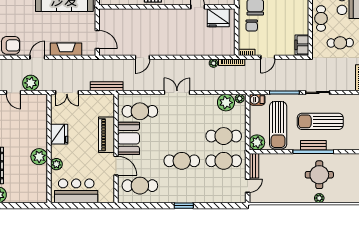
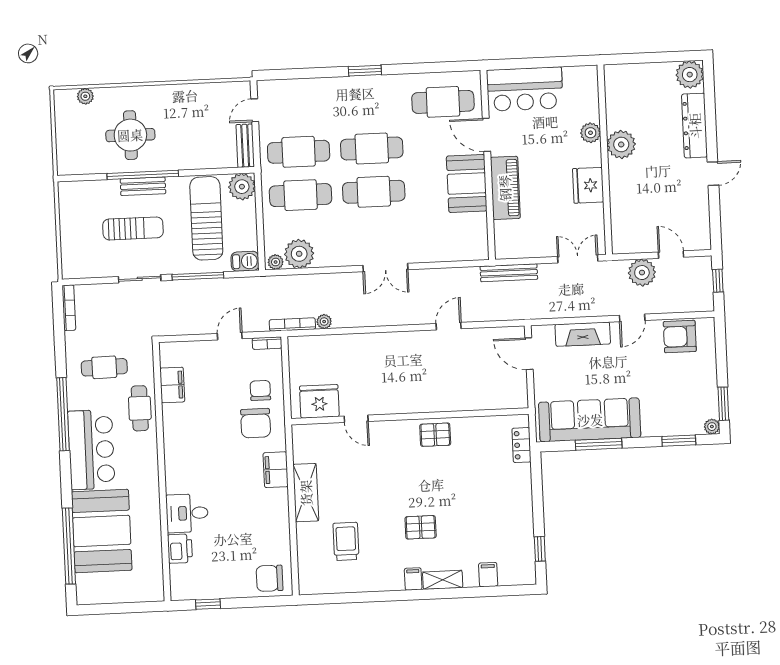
filing cabinet: (302, 45) -> (172, 385), moved
cafe table: (140, 111) -> (374, 192), moved
sun lounger: (320, 121) -> (133, 228), width x0.73, depth x0.75
bar counter: (76, 191) -> (525, 89), moved
plant: (319, 198) -> (85, 96), moved

